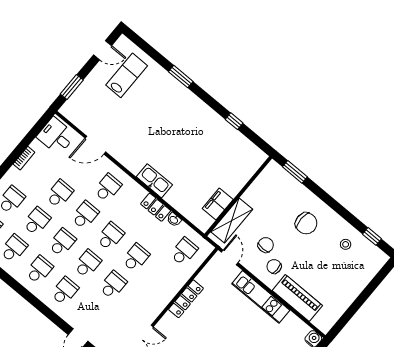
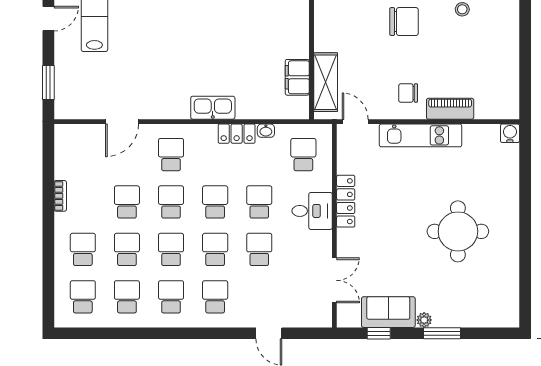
desk: (56, 136) -> (312, 211), moved, turned 180
chair: (266, 245) -> (381, 78), removed
piano: (297, 298) -> (450, 109), width x0.73, depth x0.75

